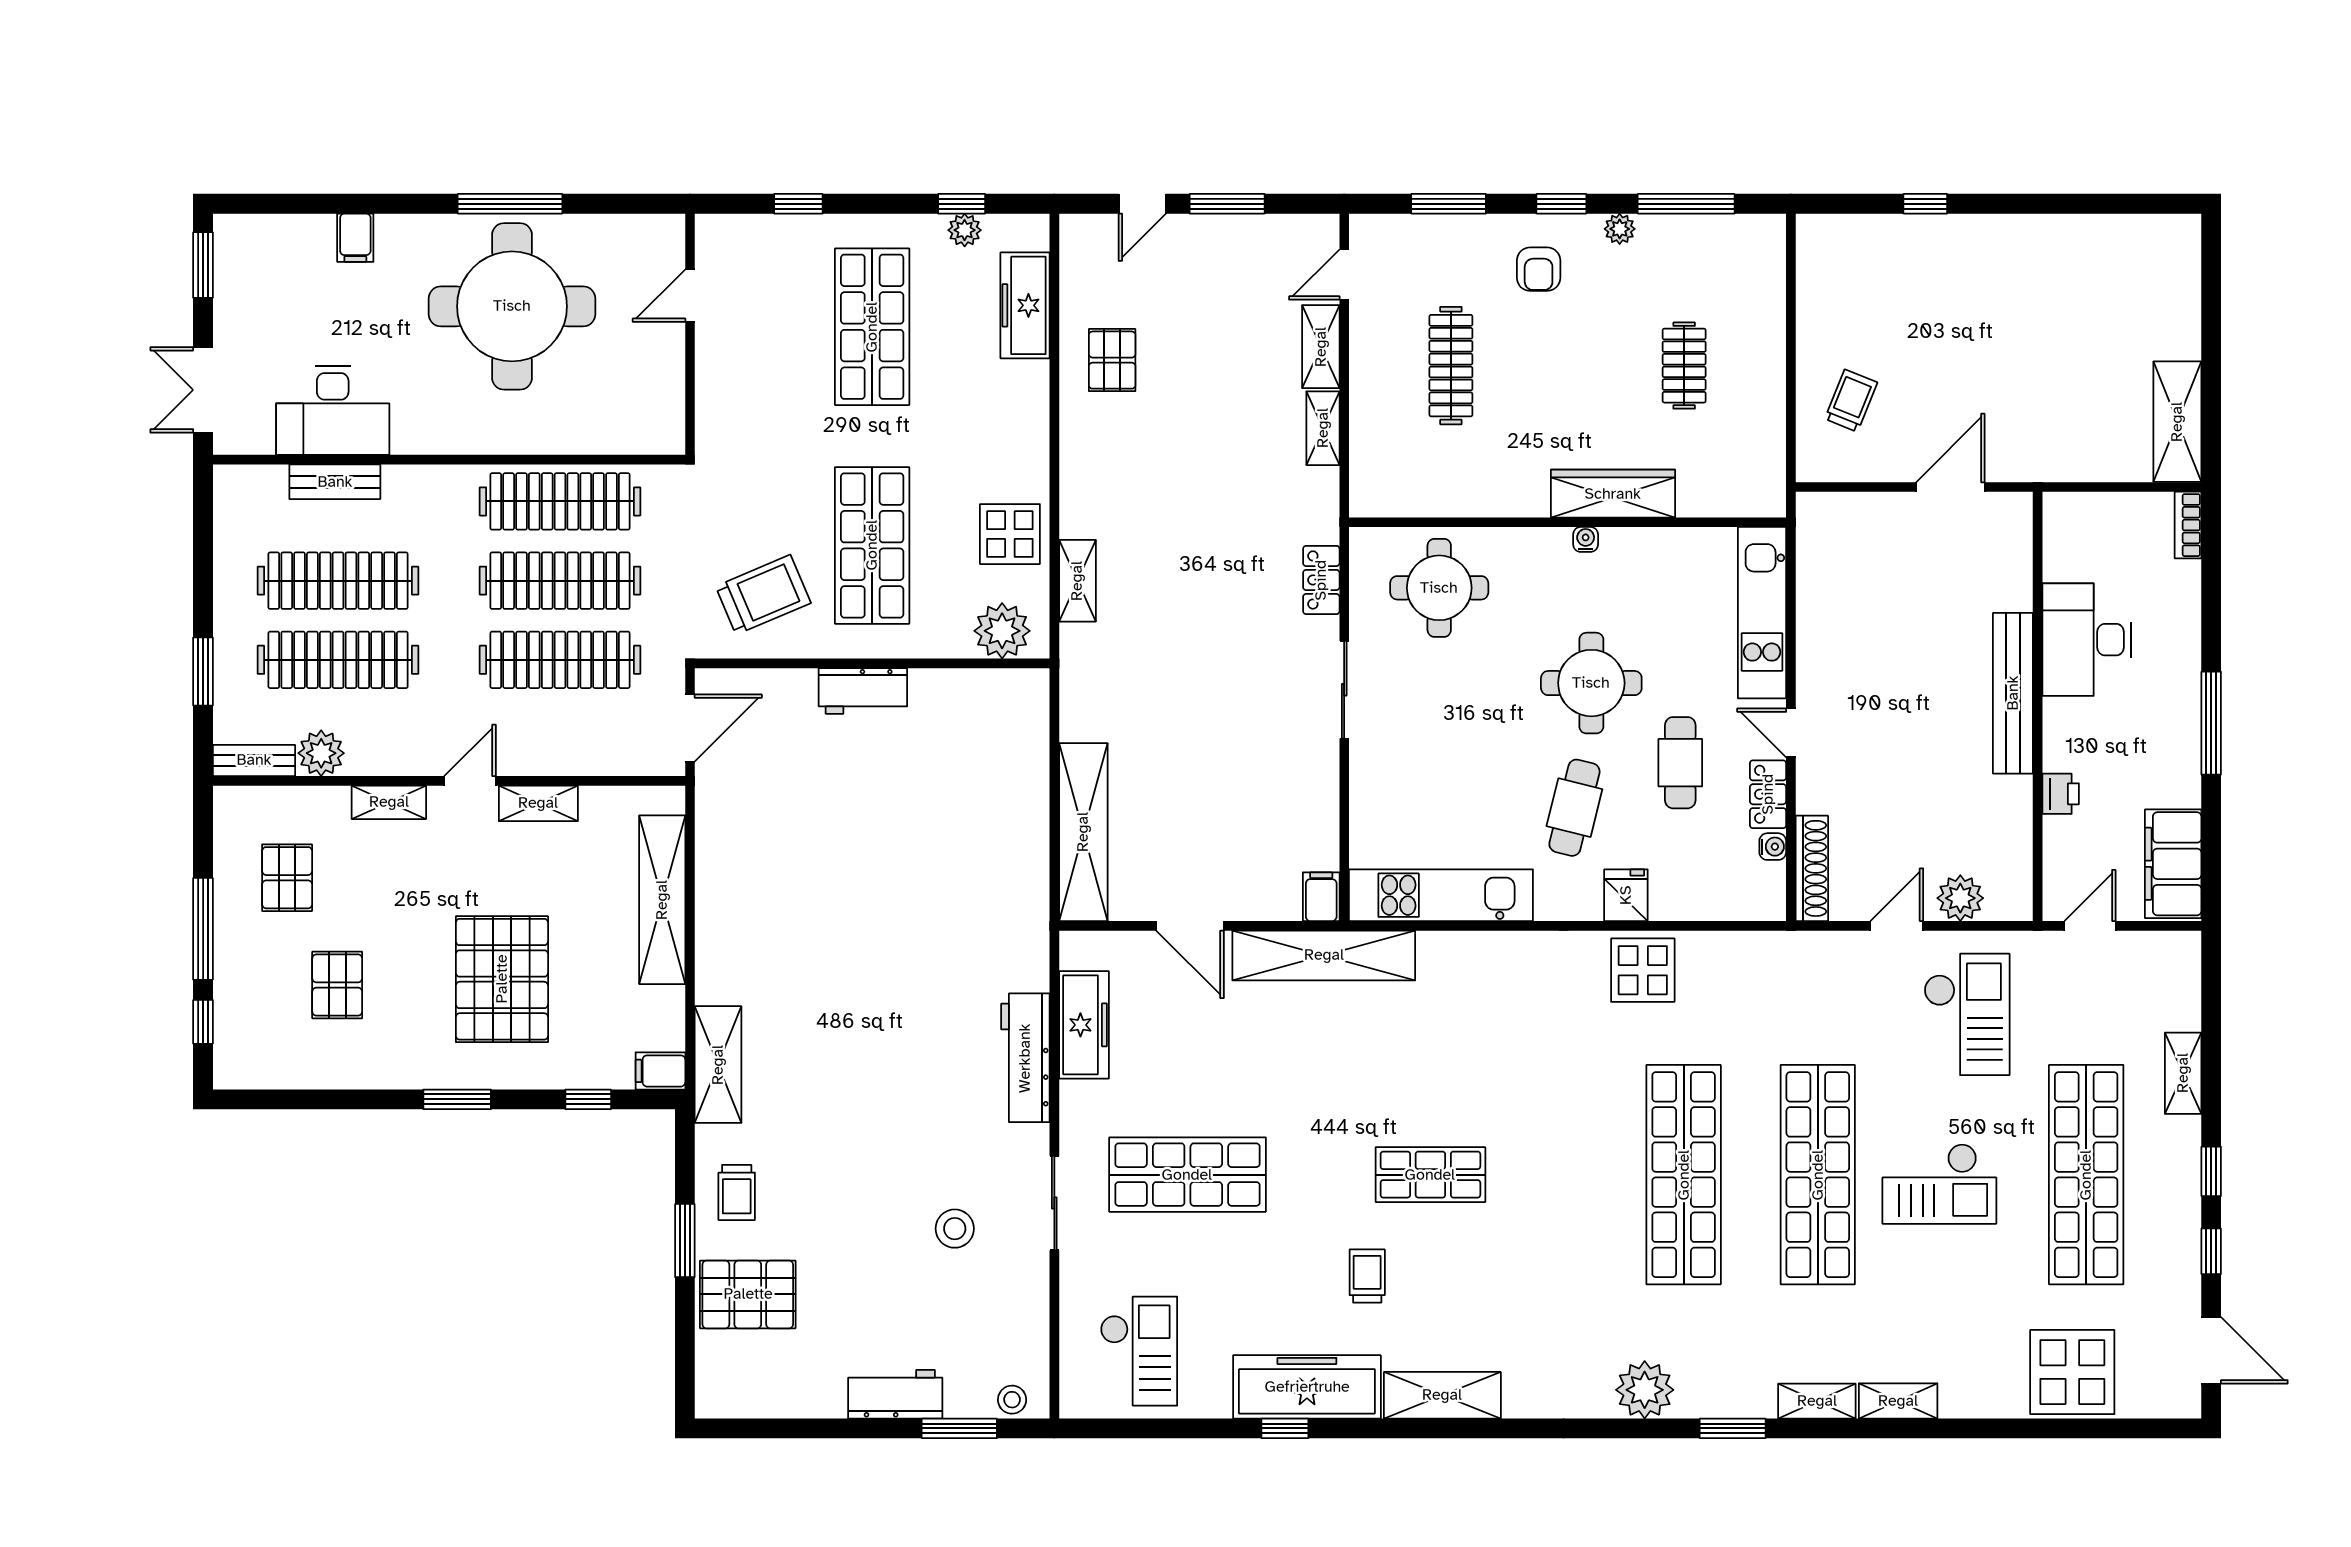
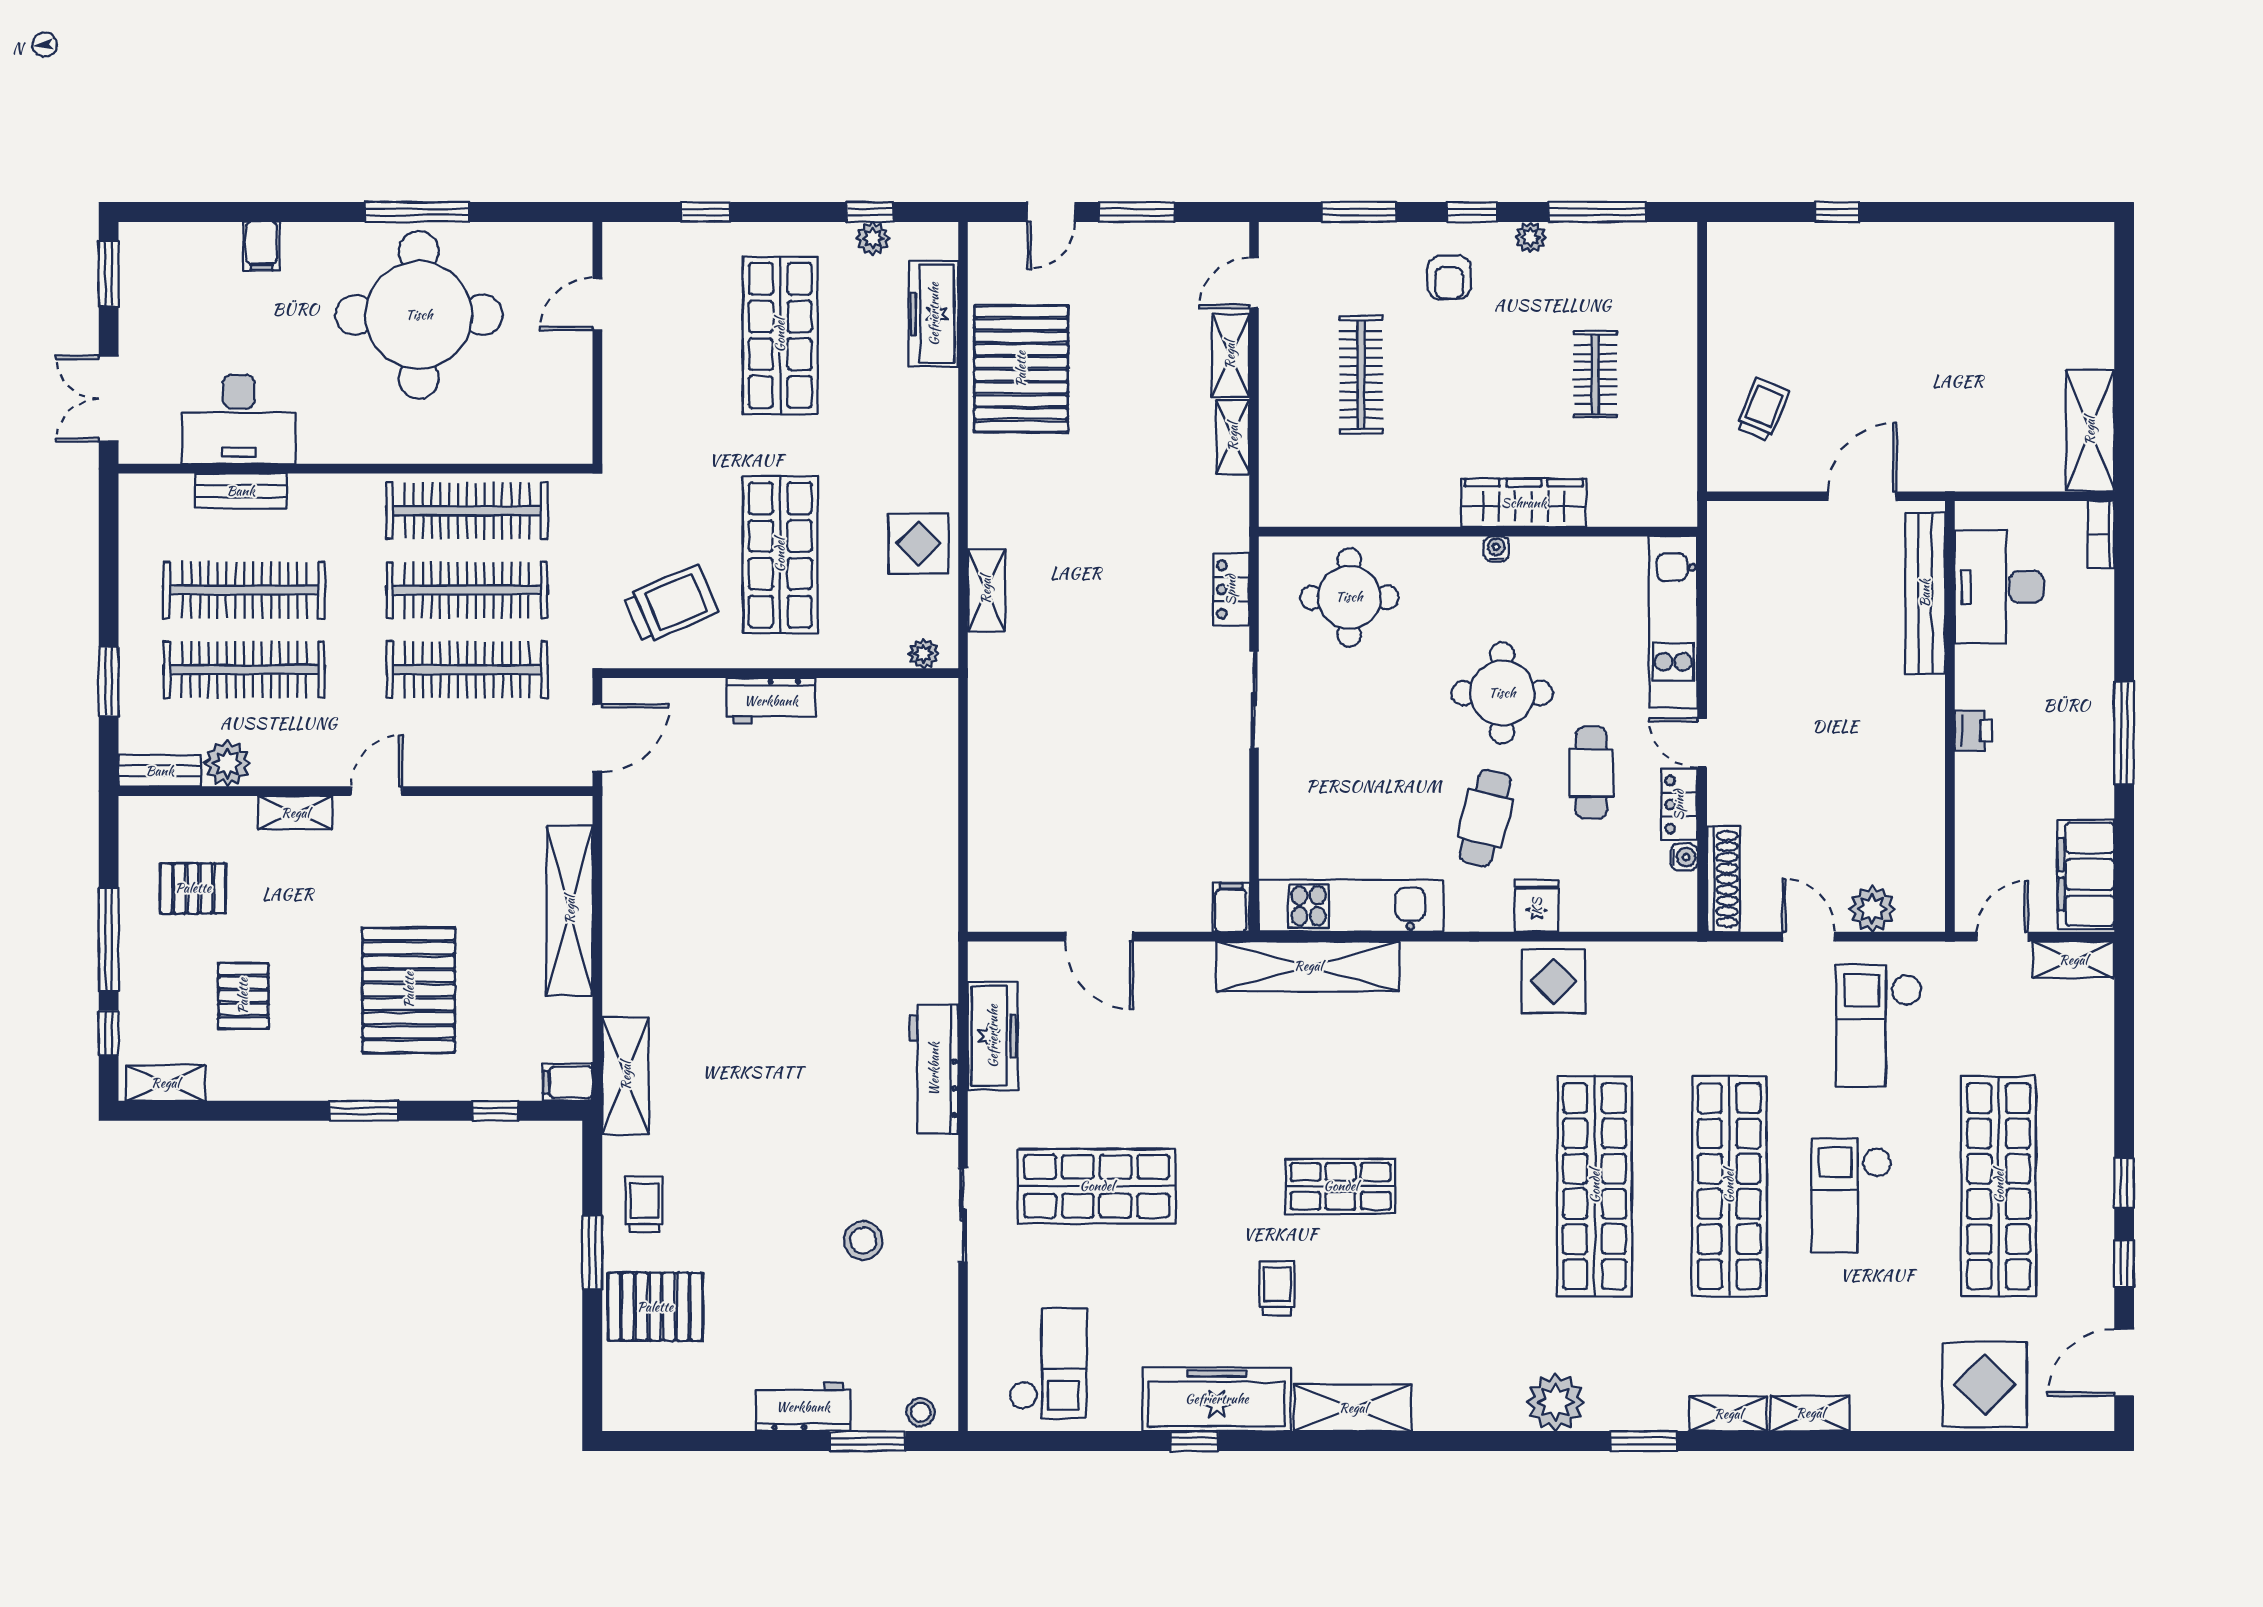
pallet: (1112, 360) -> (1021, 369), width x2.05, depth x2.00
plant: (1002, 631) -> (924, 654), width x0.53, depth x0.53
desk: (2087, 640) -> (1999, 587), moved
bench: (2013, 693) -> (1925, 593), moved
printer: (2061, 794) -> (1973, 731), moved
shelving: (538, 803) -> (165, 1083), moved
shelving: (1083, 832) -> (992, 843), removed
pallet: (287, 878) -> (193, 888), turned 90
door: (1897, 926) -> (1809, 937), hinge flipped
shelving: (1324, 955) -> (1308, 966), moved
checkout: (1967, 1014) -> (1879, 1026), turned 180
shelving: (2183, 1073) -> (2073, 960), moved, turned 90
checkout: (1939, 1184) -> (1851, 1196), turned 90
trolley: (737, 1192) -> (644, 1204), turned 180
door: (2211, 1350) -> (2124, 1363), swing flipped

